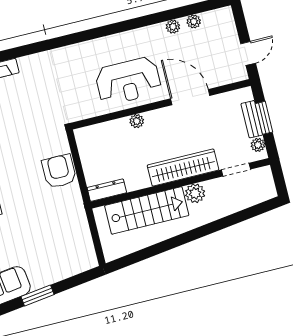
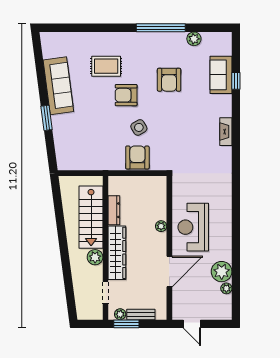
plant: (173, 27) -> (222, 272), width x1.88, depth x1.88
window: (264, 118) -> (126, 324), moved
armchair: (59, 171) -> (137, 158), turned -90
side table: (21, 178) -> (139, 127), added
dresser: (107, 190) -> (114, 210), moved

